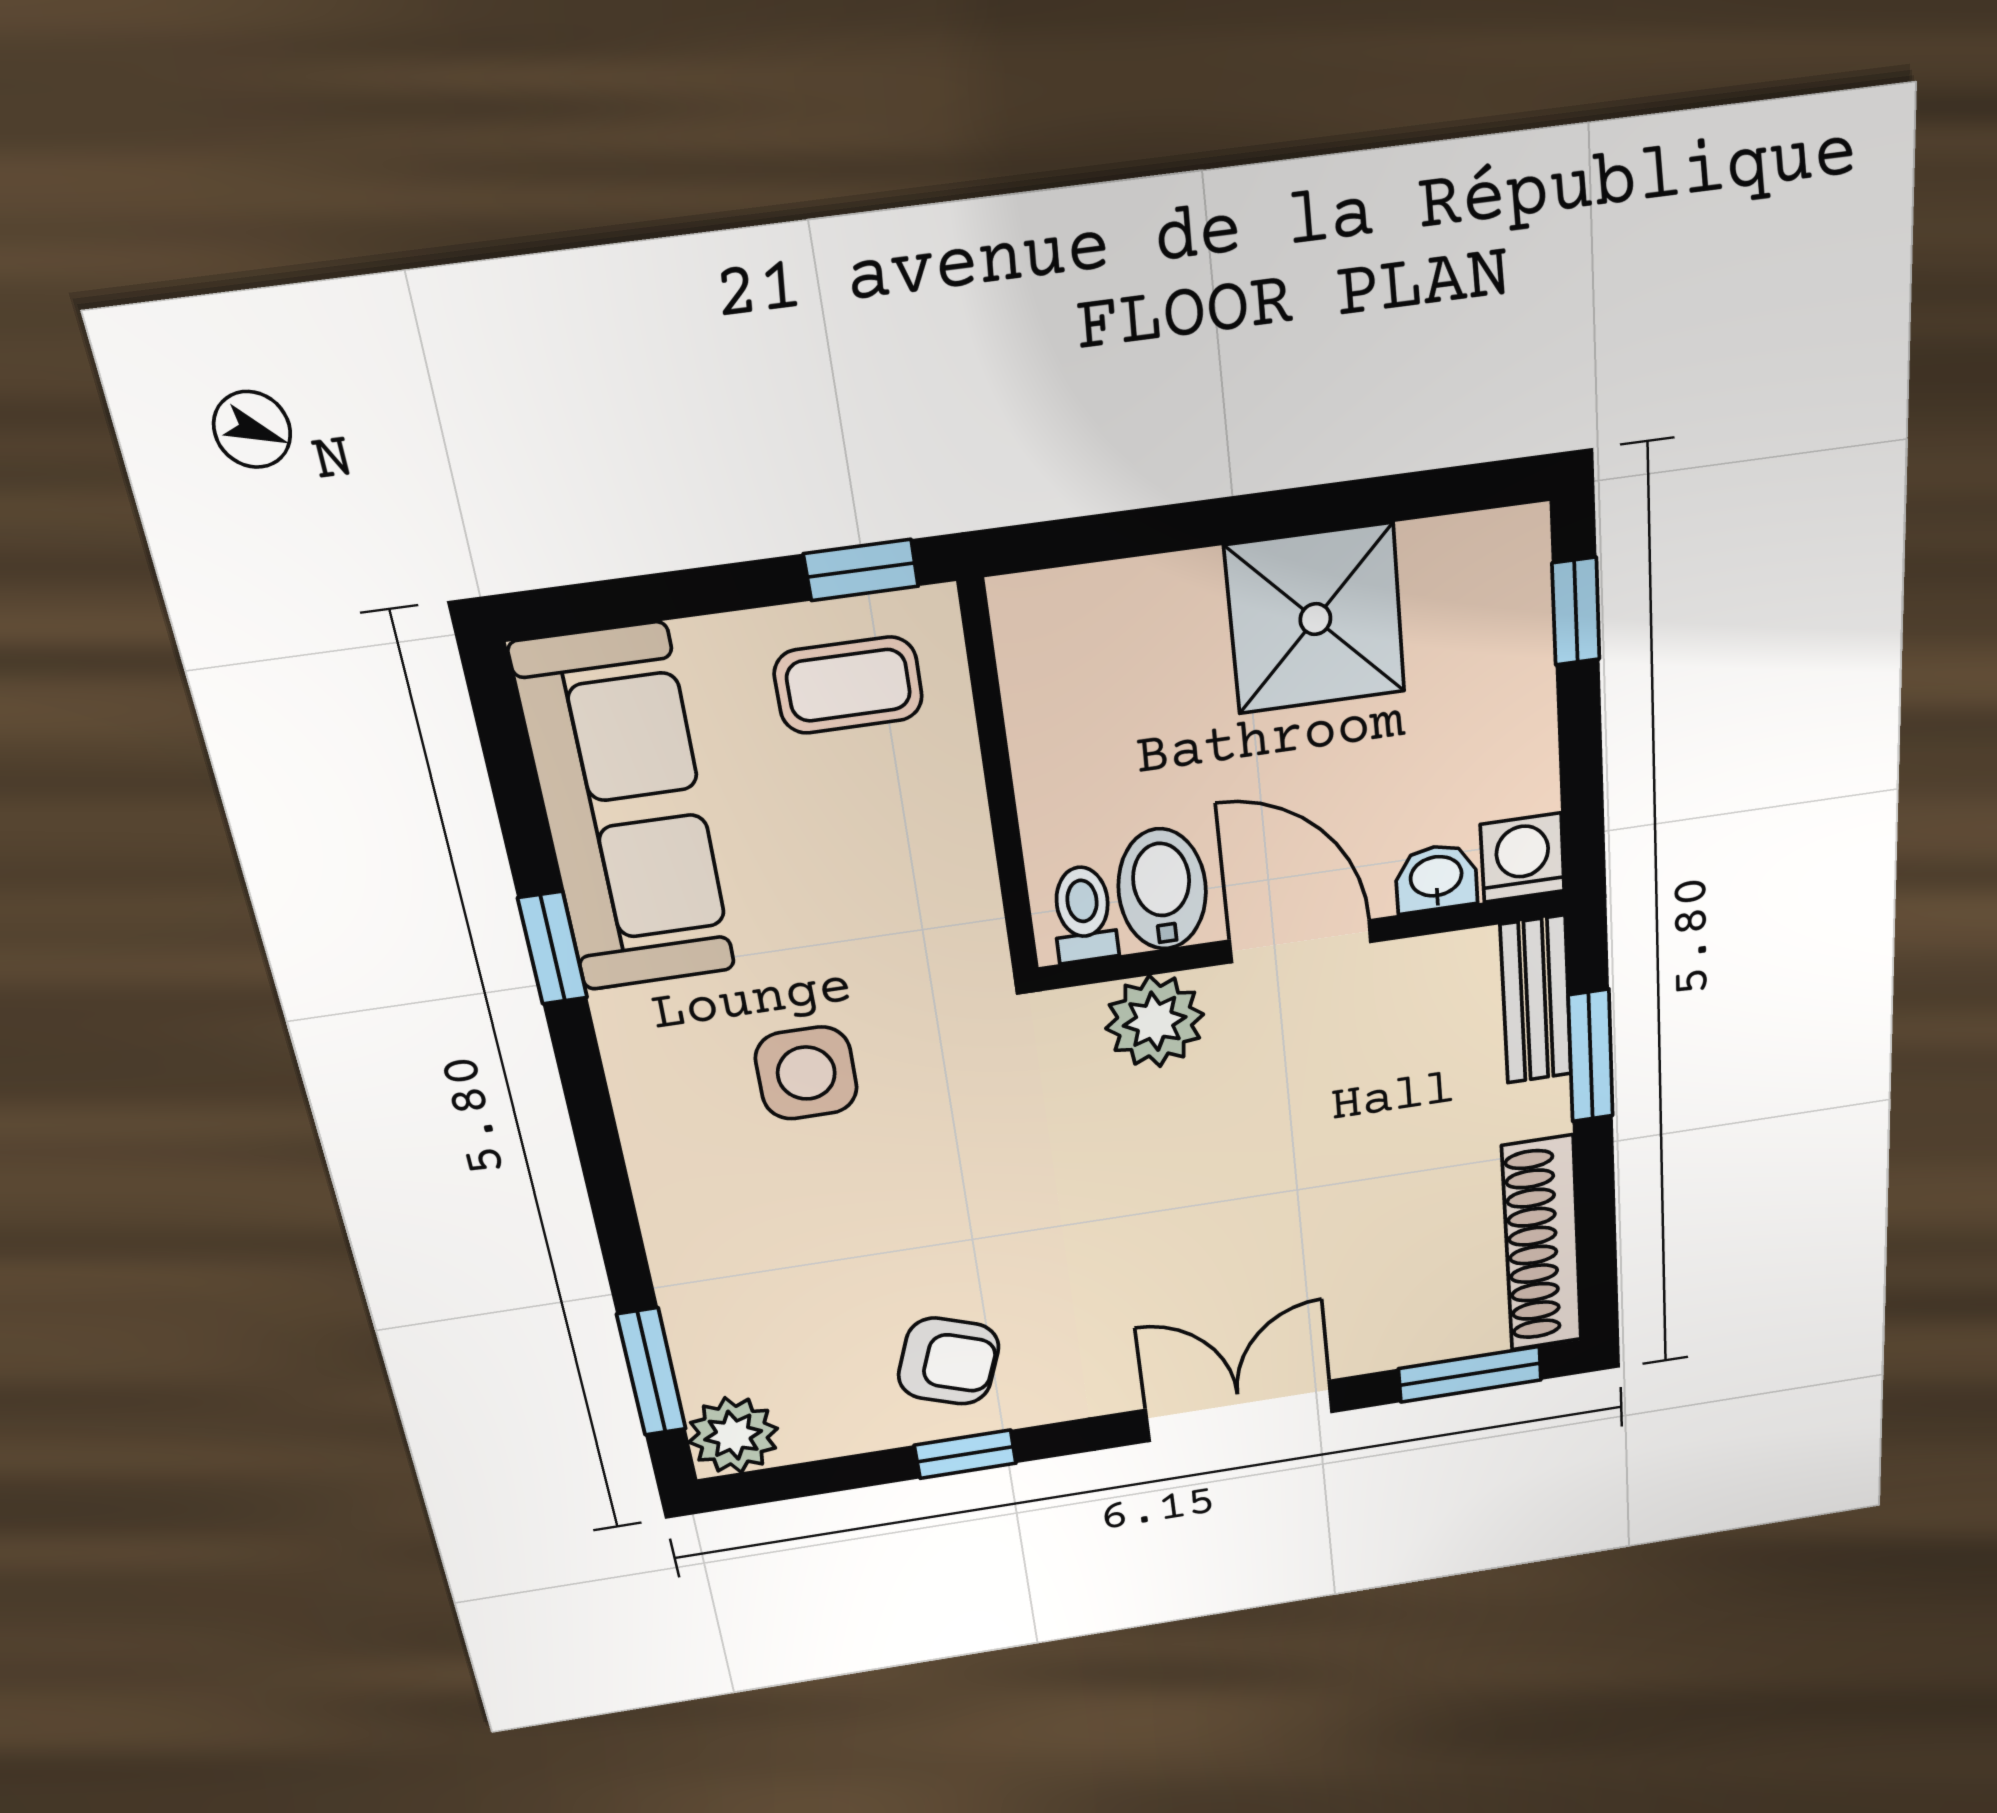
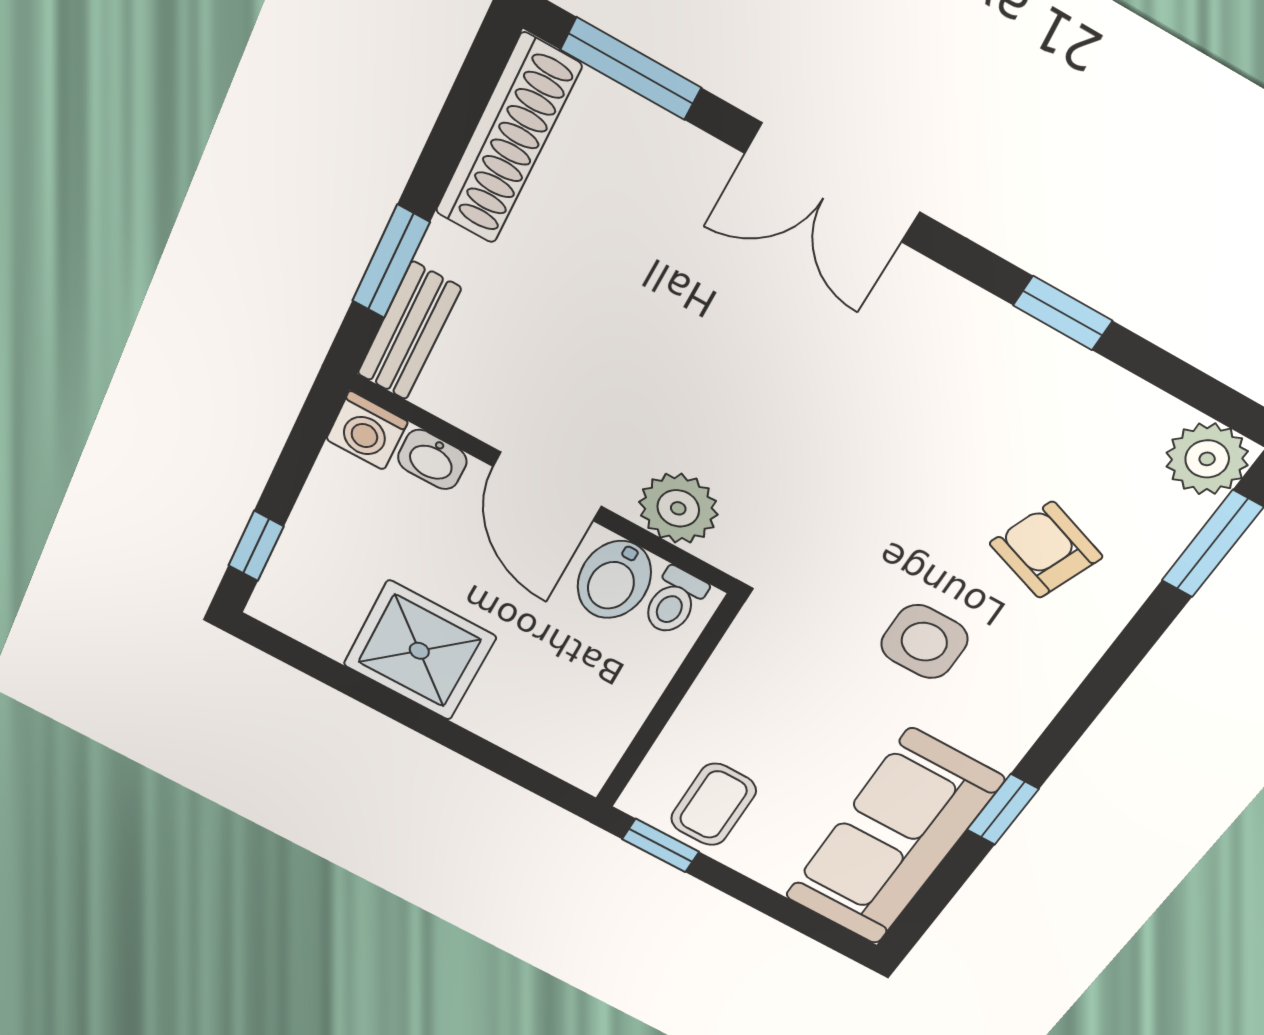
coffee table: (848, 685) -> (713, 805), turned 90
armchair: (949, 1361) -> (1046, 550), moved

